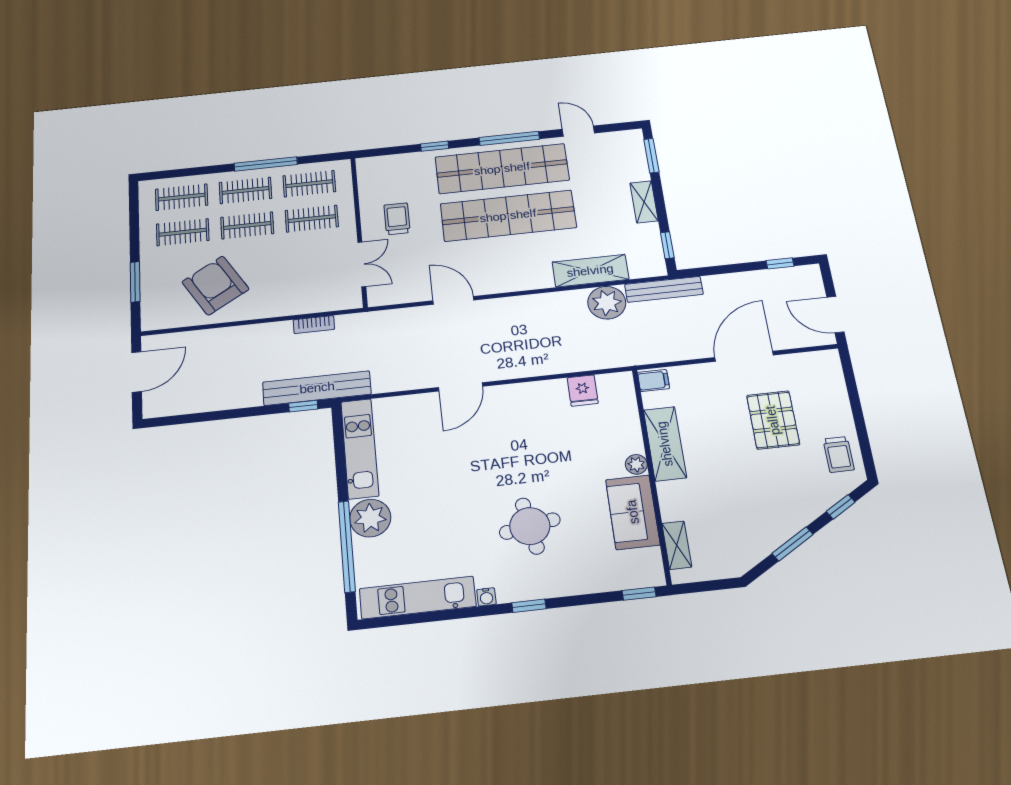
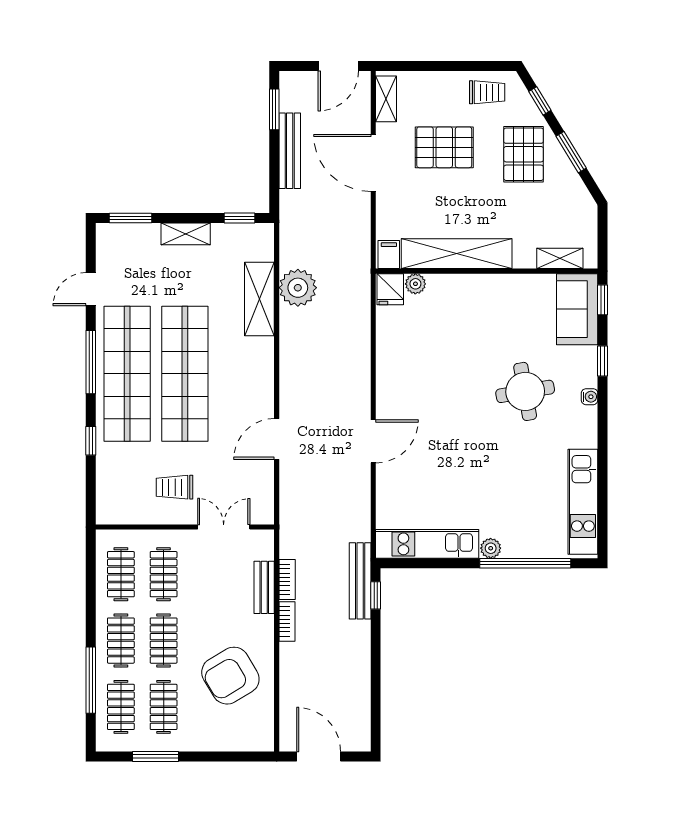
window: (266, 164) -> (91, 680), moved
window: (780, 263) -> (274, 109), width x1.50
window: (135, 282) -> (155, 756), moved
bench: (664, 289) -> (290, 151), moved
bench: (305, 305) -> (264, 587), added
bookcase: (272, 329) -> (287, 621), added
shelving: (812, 361) -> (386, 99), added
door: (461, 387) -> (373, 441), hinge flipped
bench: (317, 388) -> (360, 581), width x0.73, depth x0.82
fridge: (583, 391) -> (390, 289), moved, turned 90
shelving: (665, 444) -> (457, 254), width x1.47
plant: (636, 464) -> (415, 284), moved
pallet: (781, 497) -> (524, 154), added
sofa: (633, 512) -> (577, 309), moved, turned 90
plant: (370, 518) -> (491, 548), width x0.53, depth x0.53
water cooler: (486, 597) -> (590, 397), moved
window: (529, 606) -> (603, 361), moved

